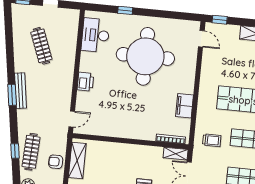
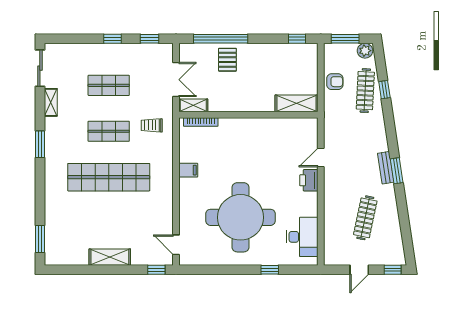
clothes rail: (41, 46) -> (365, 218), turned 33
bench: (21, 91) -> (386, 168), width x0.73
window: (12, 95) -> (397, 171), moved
filing cabinet: (184, 106) -> (188, 170), width x0.50
door: (72, 119) -> (321, 157), moved
shelving: (77, 160) -> (297, 103), moved, turned 90

